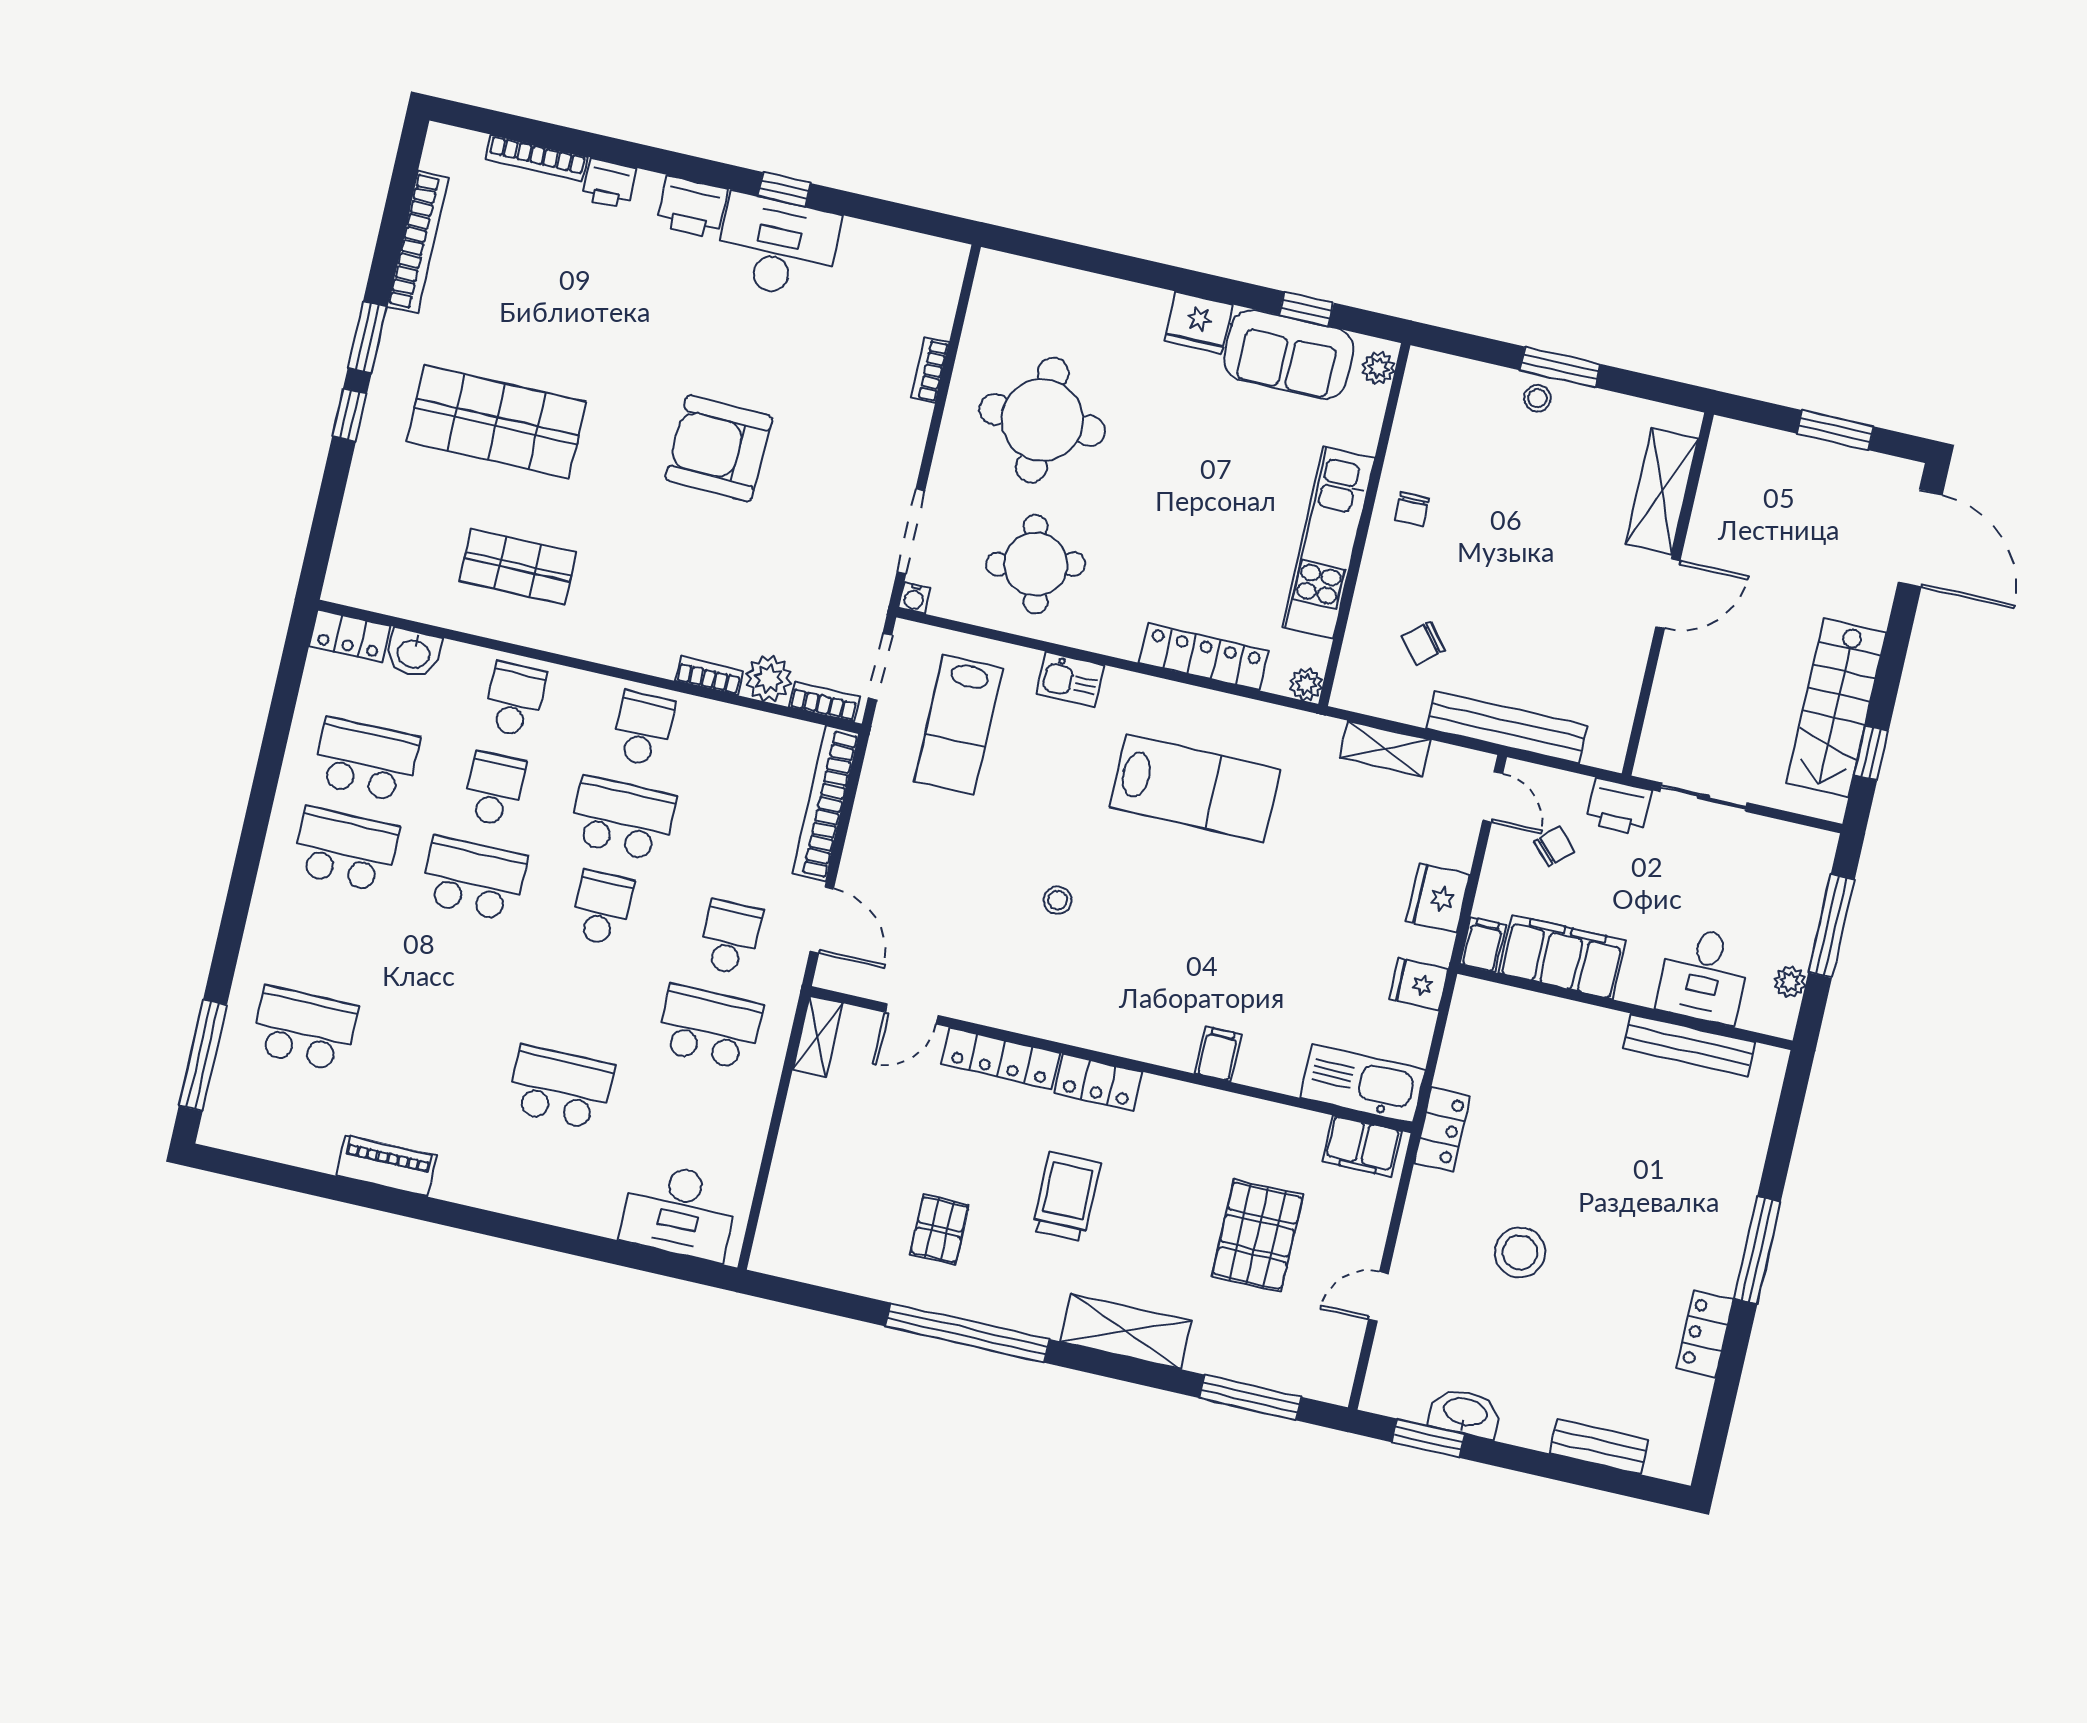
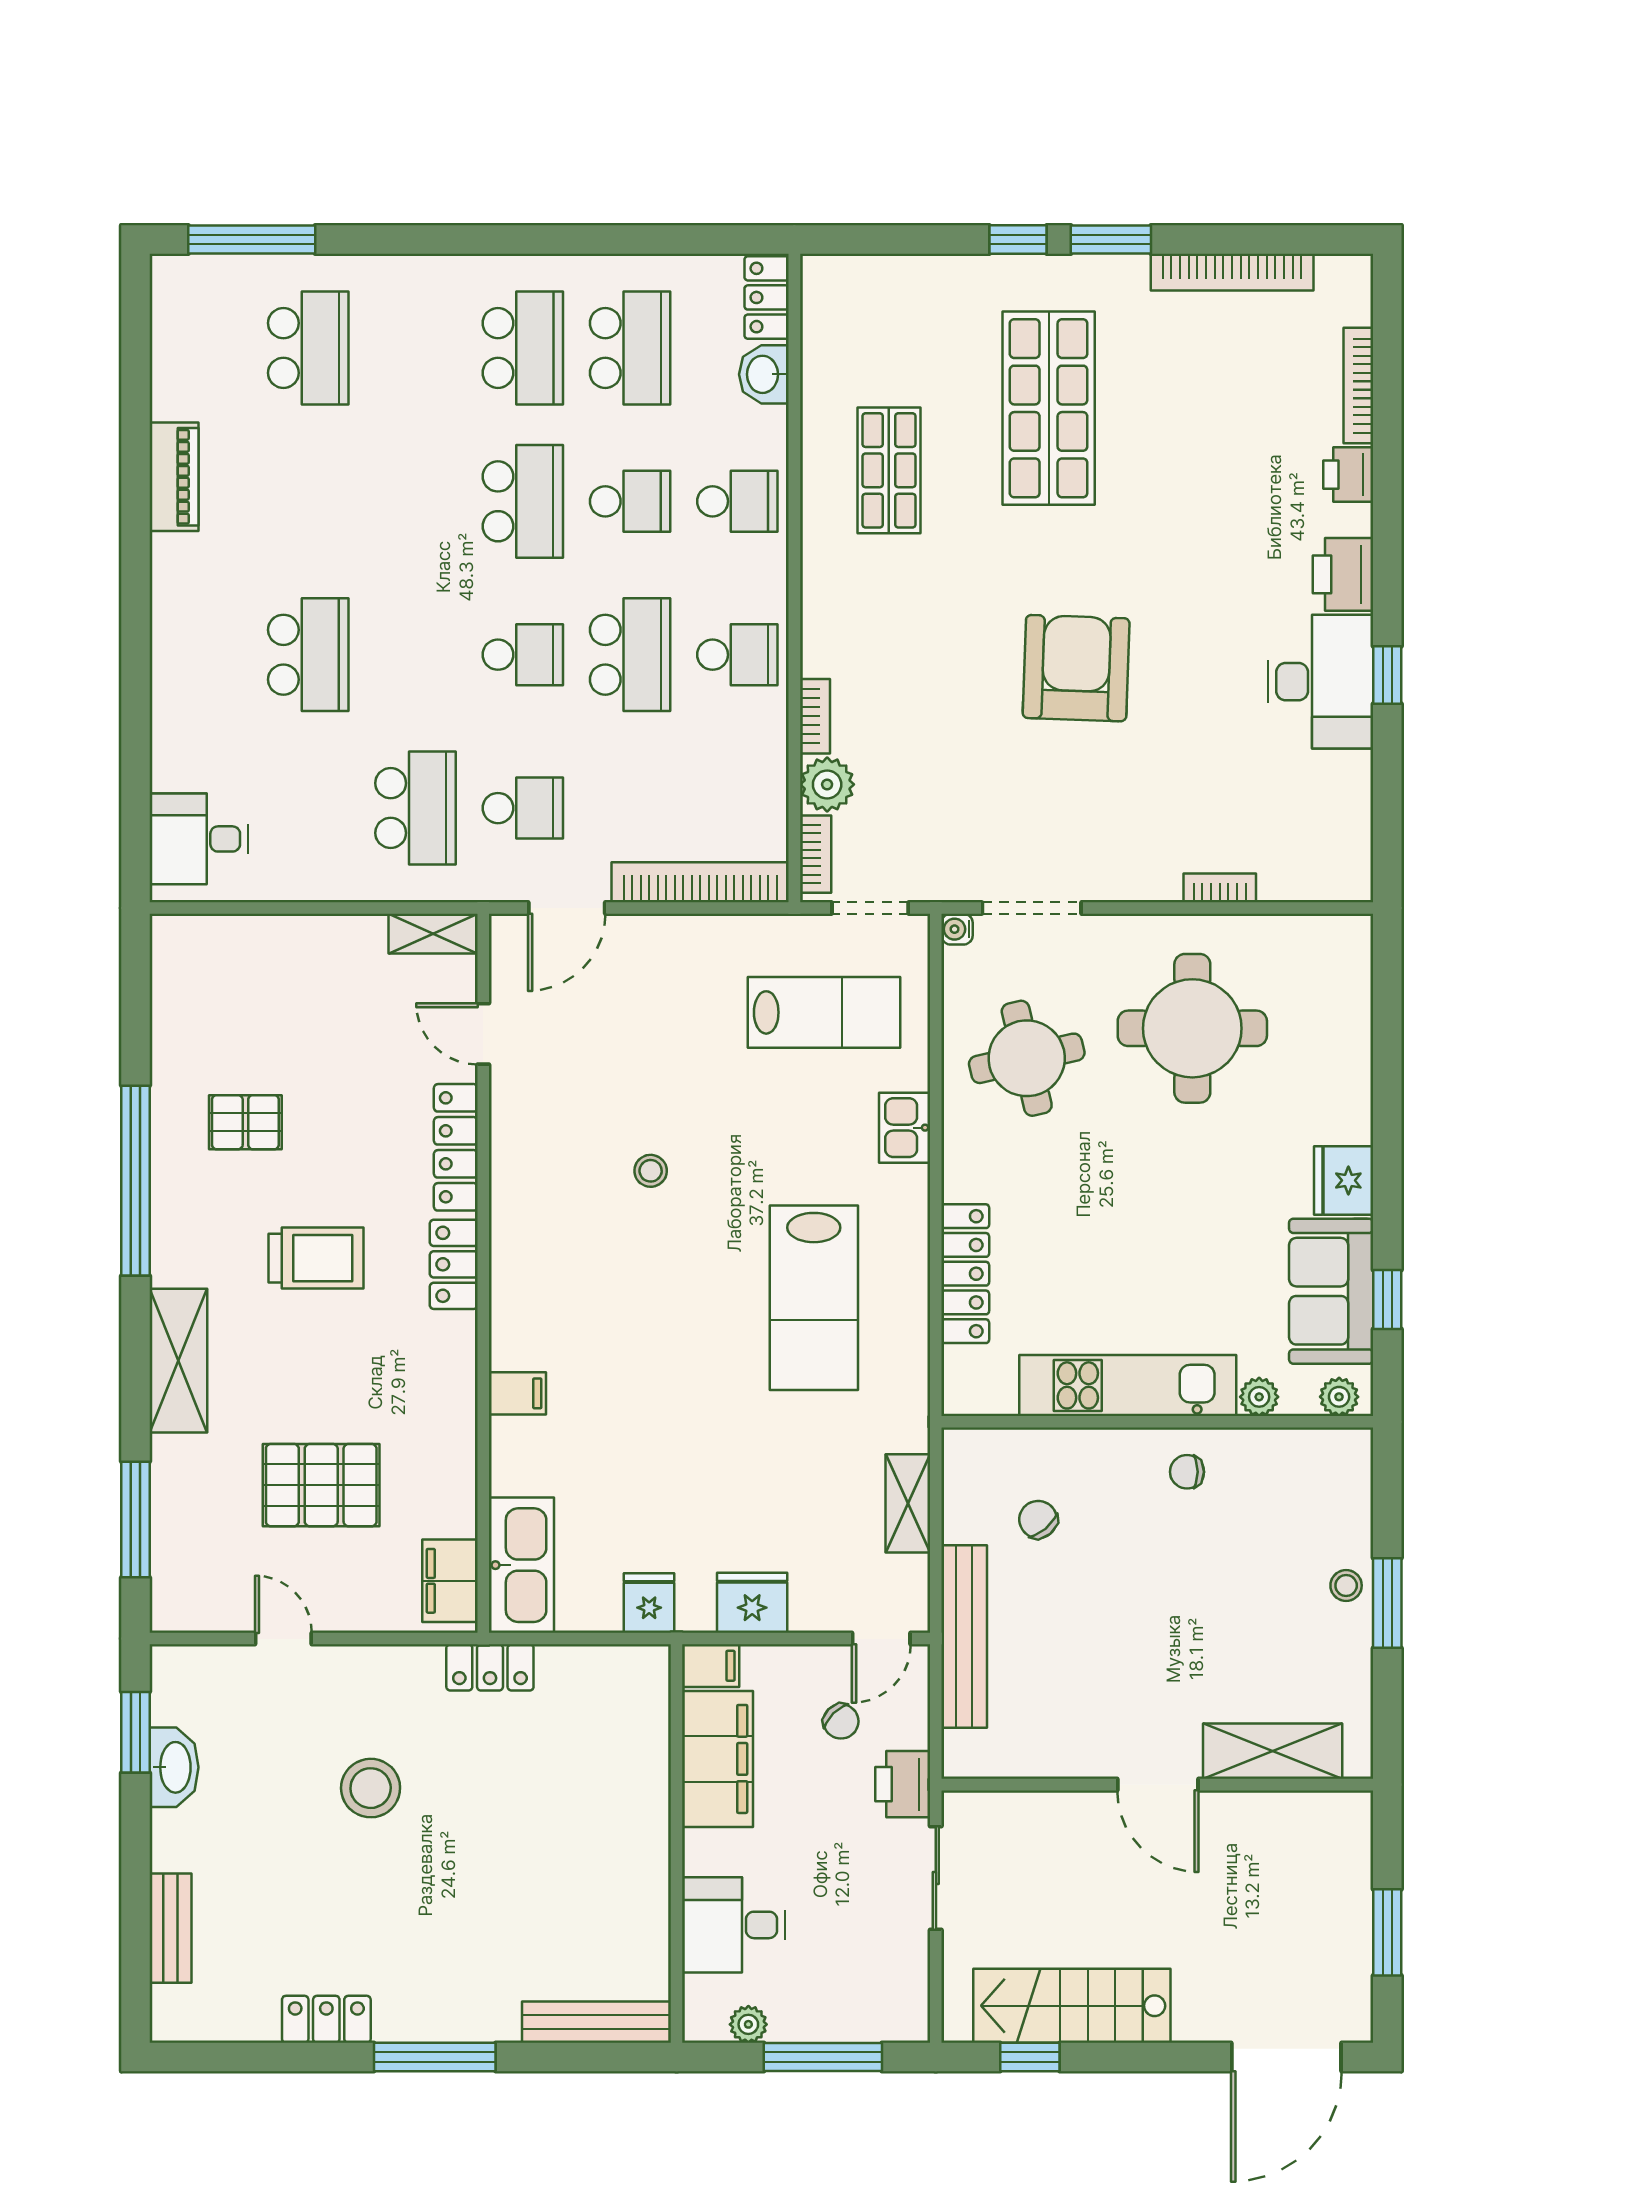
plant: (1306, 684) -> (1259, 1397), moved
lab bench: (958, 725) -> (824, 1012), turned 180
bench: (1689, 1045) -> (597, 2022), moved, turned 90
desk: (680, 1211) -> (199, 839), width x0.73

